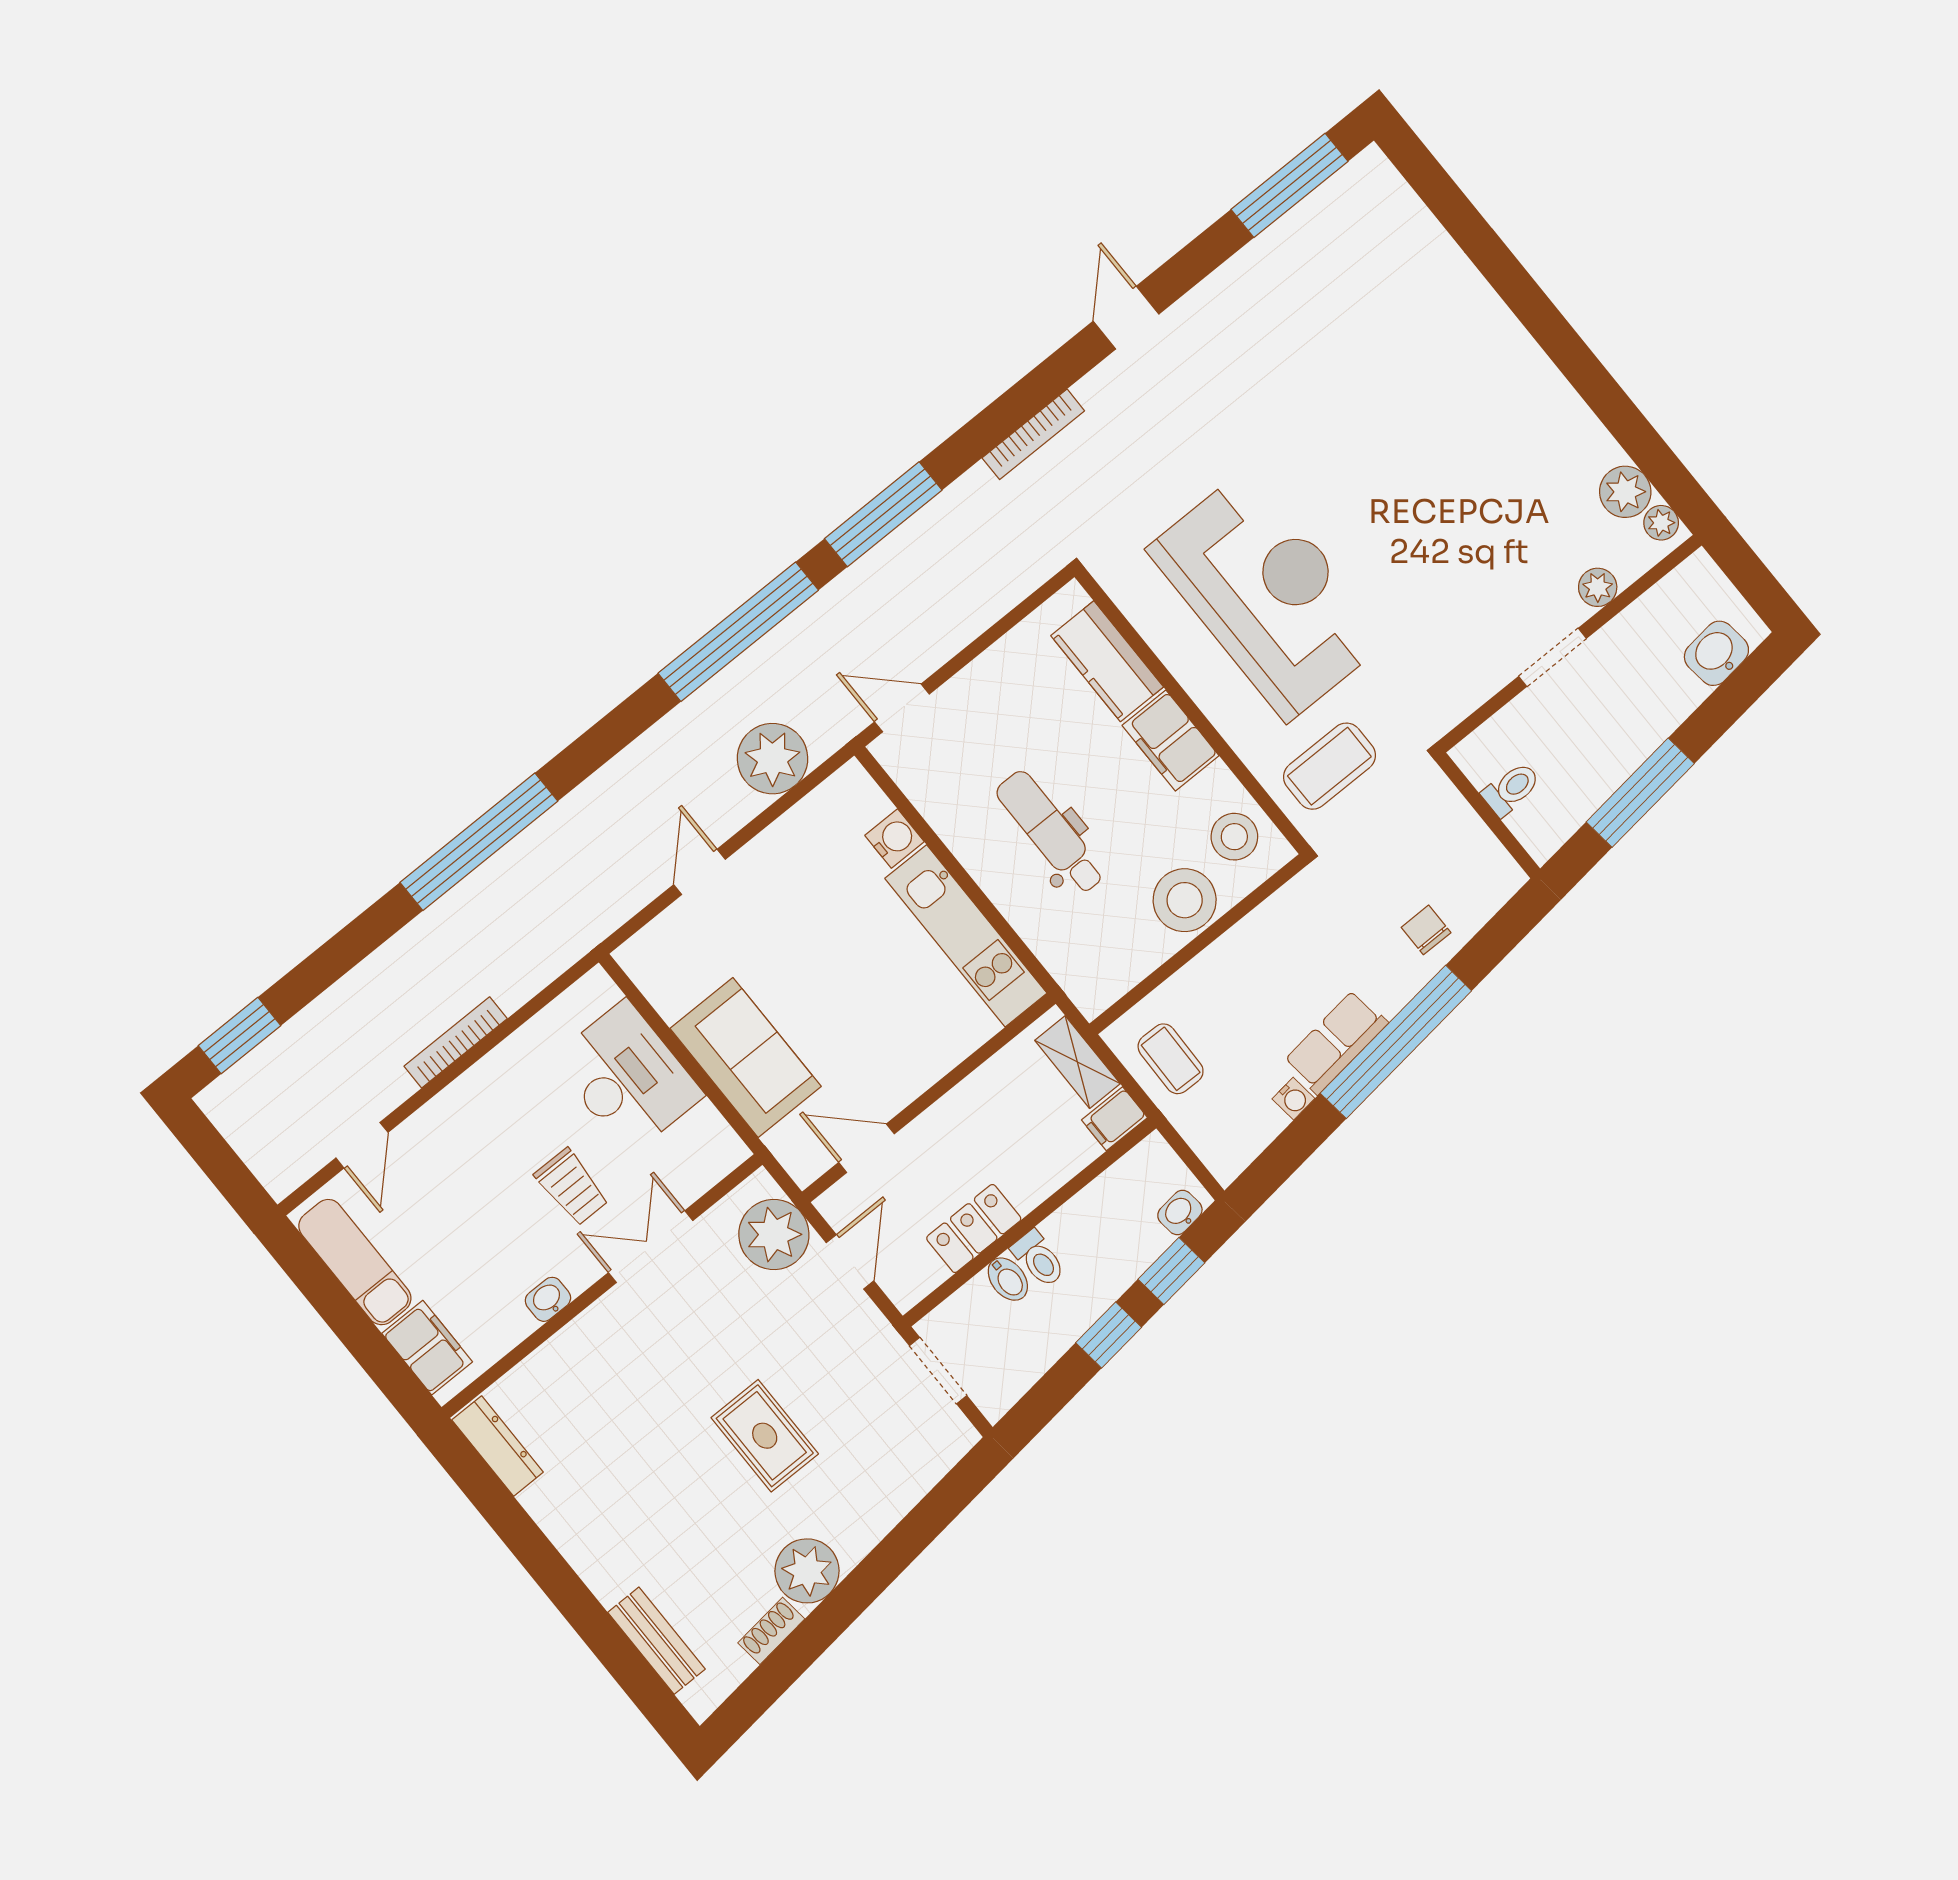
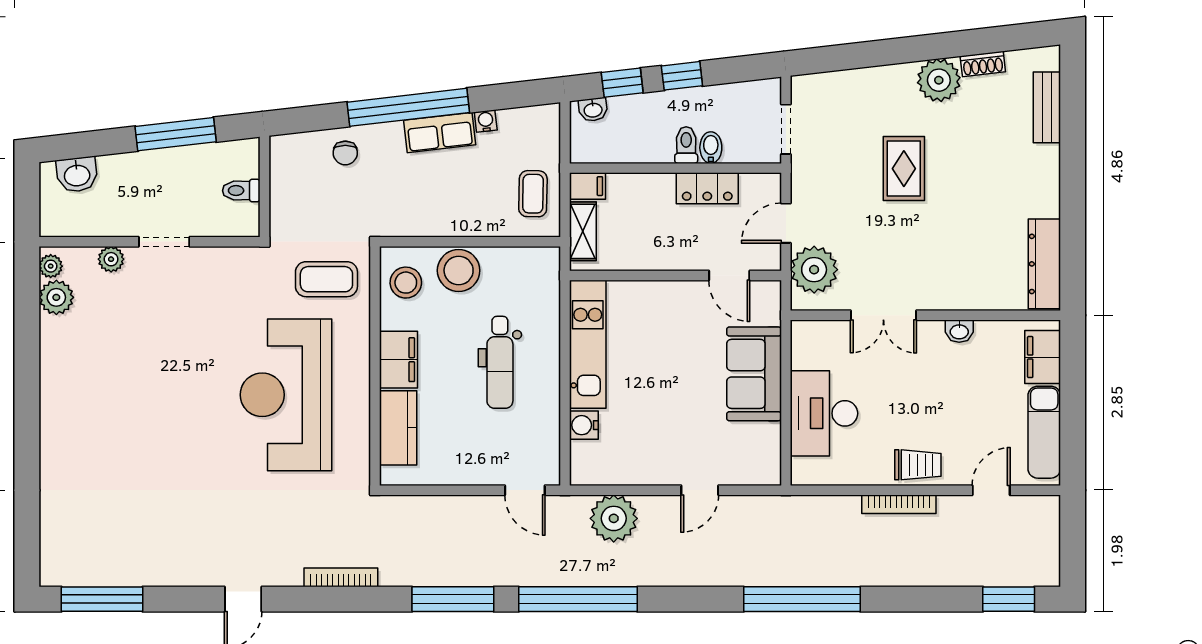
trolley: (572, 1187) -> (918, 465), moved, turned 90
dresser: (498, 1446) -> (1044, 264), width x1.37, depth x1.24

